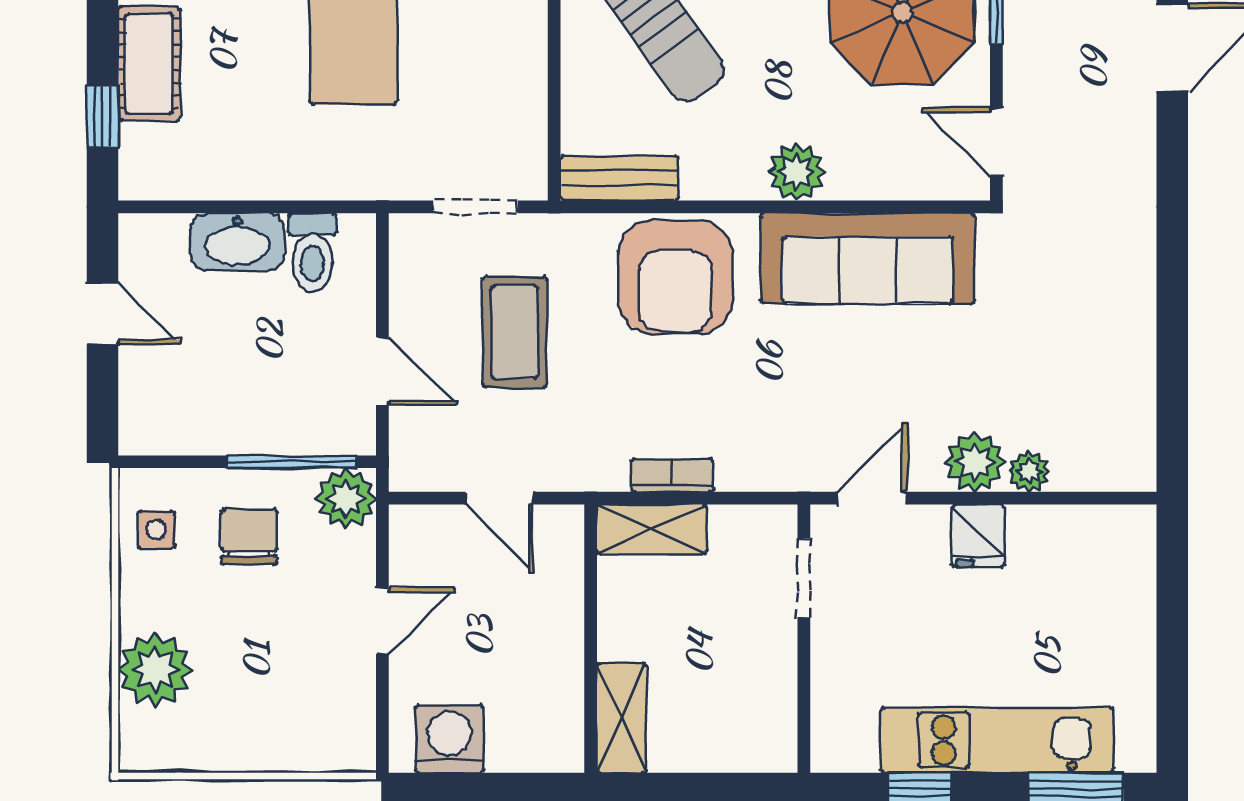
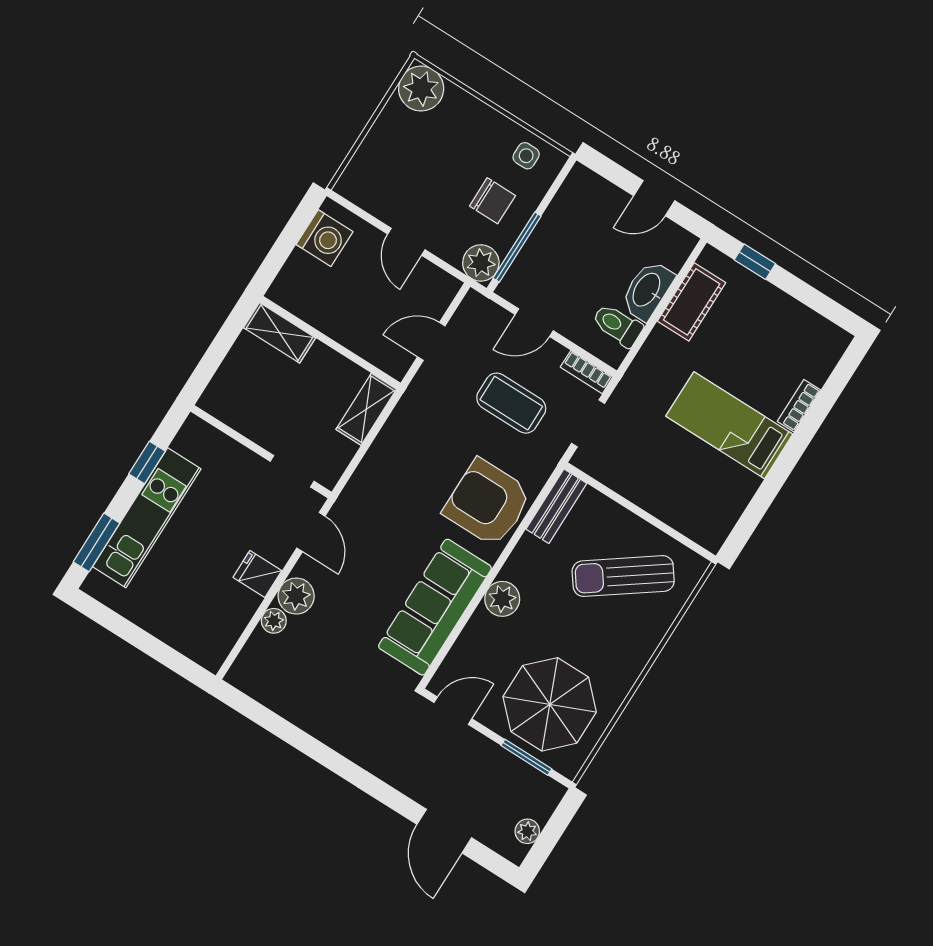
cot: (149, 63) -> (692, 302), moved, turned 90
bookcase: (672, 475) -> (587, 372), moved, turned 90
plant: (155, 670) -> (421, 89), moved

